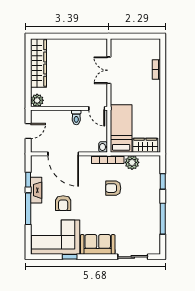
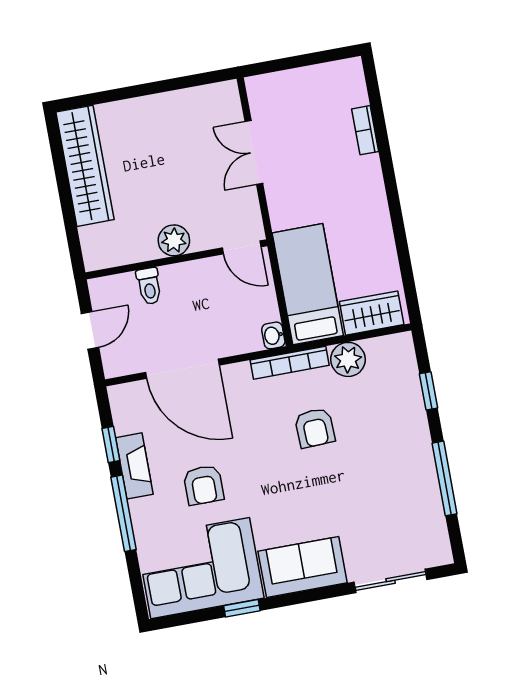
plant: (37, 100) -> (174, 240), moved
toilet: (76, 117) -> (149, 286), moved
armchair: (113, 188) -> (315, 428), turned -92

